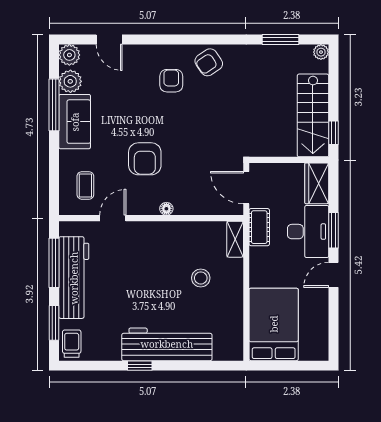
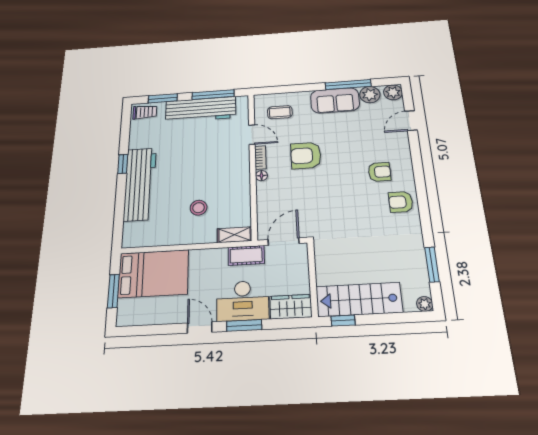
armchair: (209, 62) -> (401, 202), turned -56
bookcase: (143, 209) -> (260, 157), added
window: (290, 366) -> (113, 291), added

